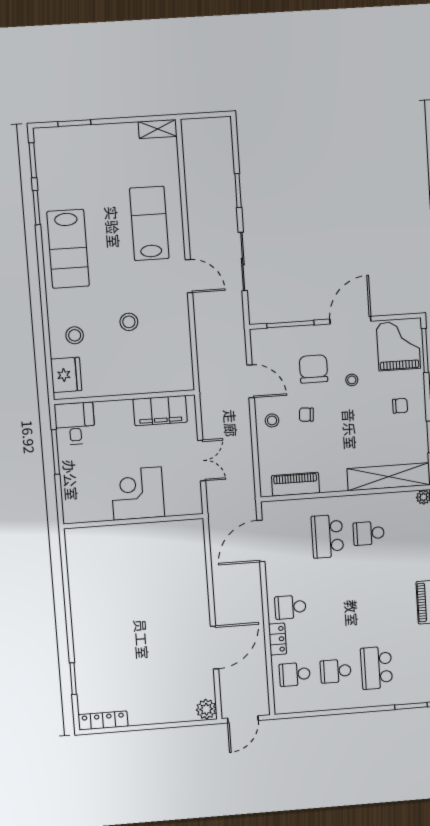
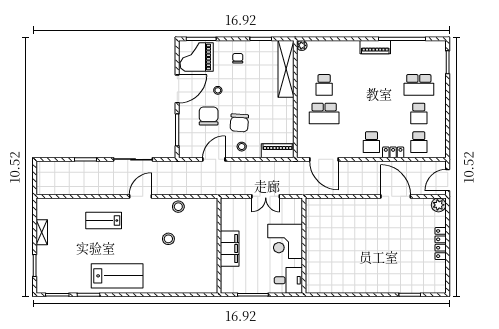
shelving: (158, 129) -> (42, 232), moved
lab bench: (149, 223) -> (104, 221), width x0.73, depth x0.72
door: (350, 320) -> (177, 89), swing flipped
stool: (75, 335) -> (178, 207), moved
chair: (314, 369) -> (209, 116), turned 90
fridge: (66, 375) -> (201, 284), removed
filing cabinet: (160, 411) -> (230, 249), moved
chair: (306, 415) -> (239, 123), width x1.87, depth x1.87
desk: (75, 424) -> (288, 280), moved, turned 180
double door: (202, 461) -> (266, 196), swing flipped
piano: (296, 484) -> (278, 151), moved, turned 90
door: (243, 719) -> (448, 180), swing flipped
locker: (103, 721) -> (441, 244), moved

